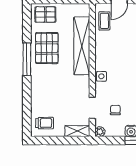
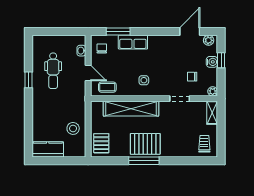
pallet: (47, 48) -> (145, 144), moved
side table: (101, 76) -> (144, 80), moved
doorway: (92, 108) -> (180, 99), moved

